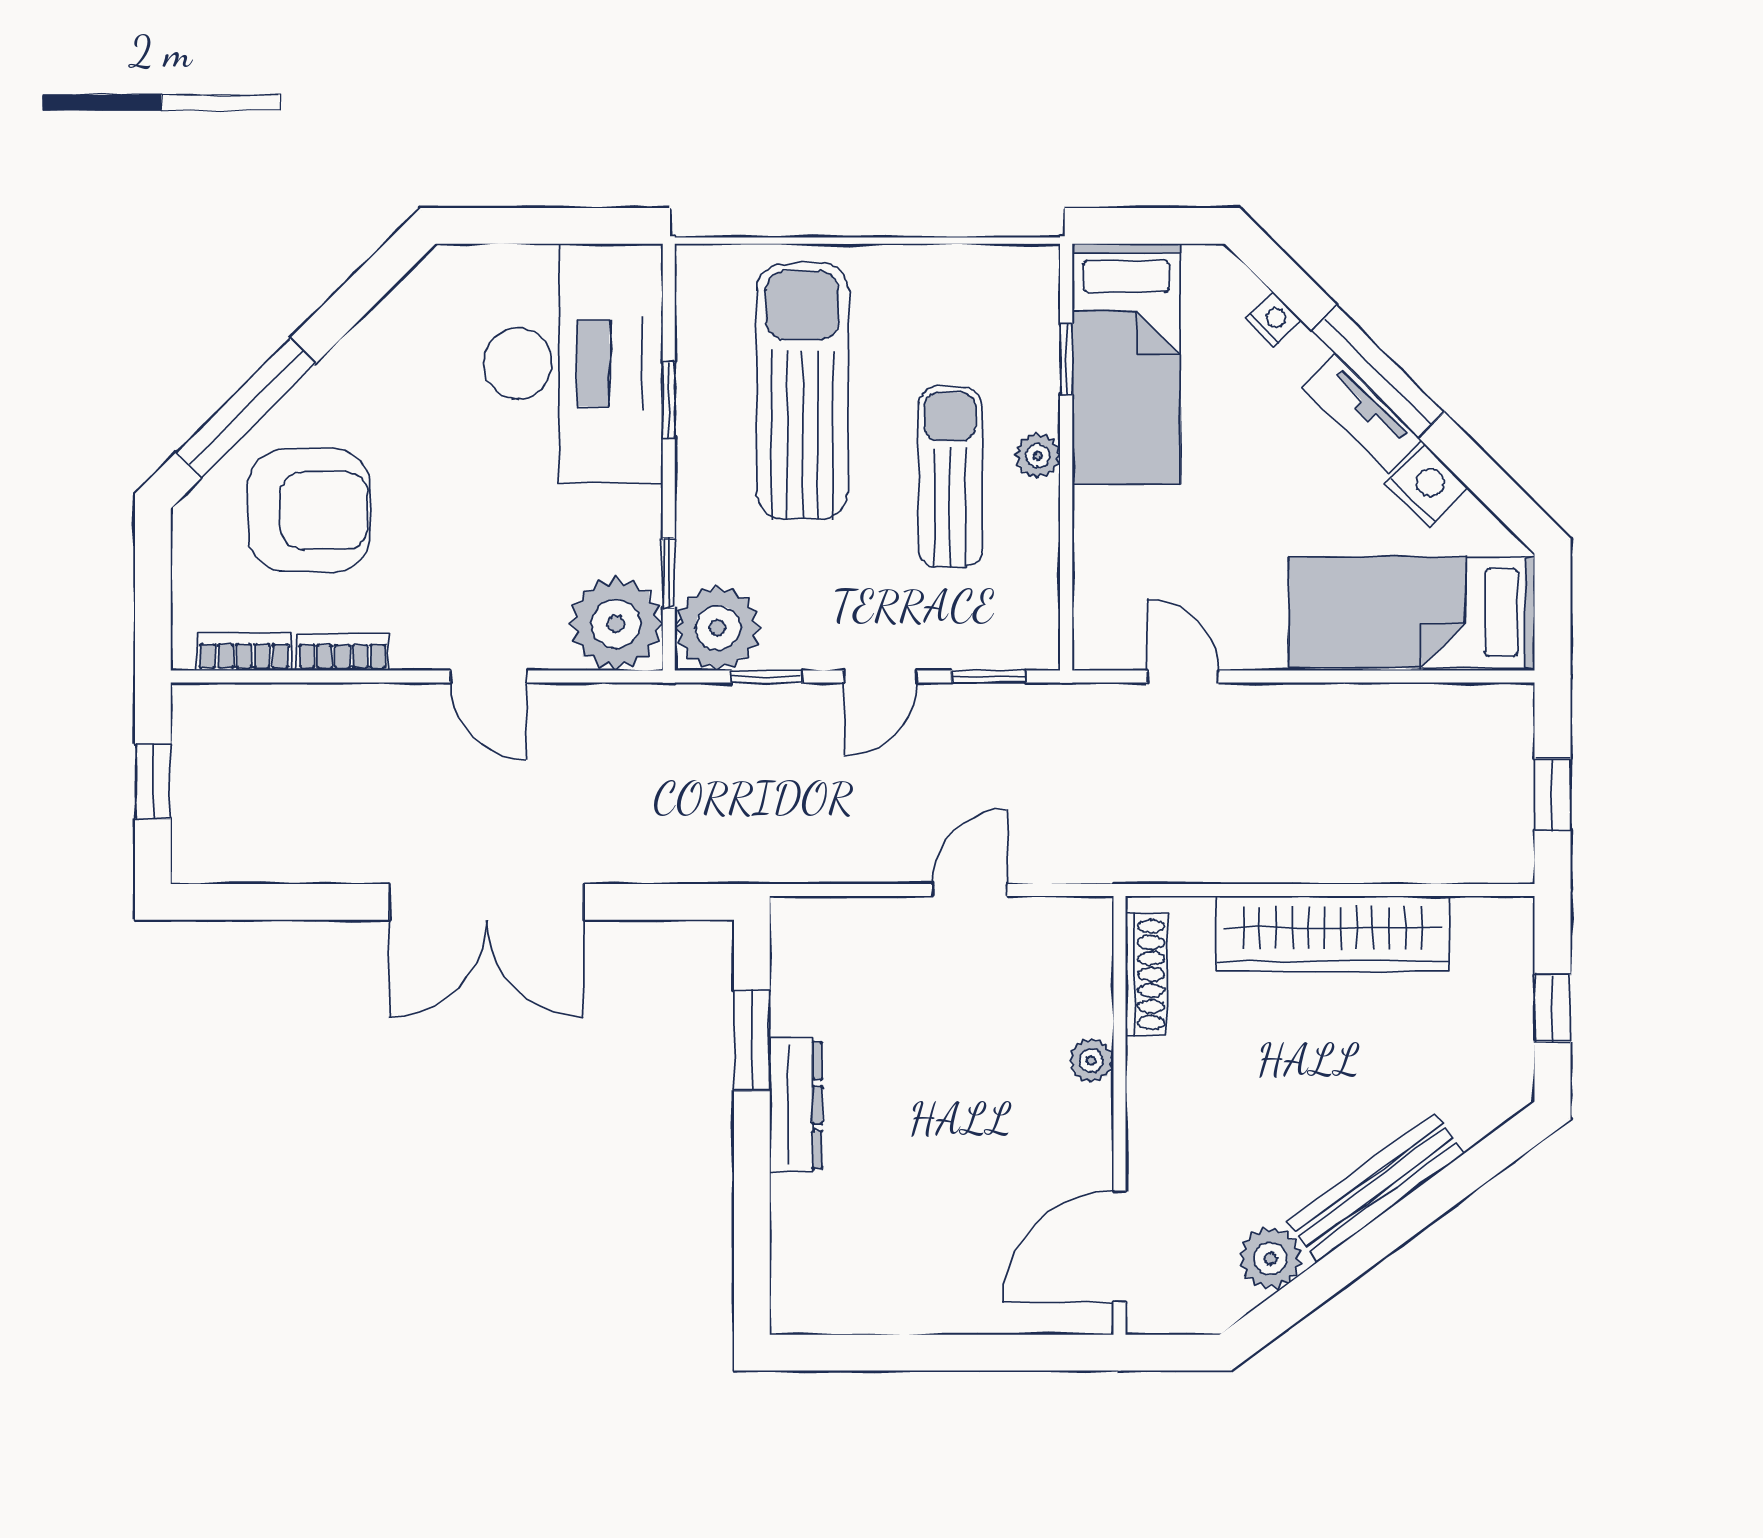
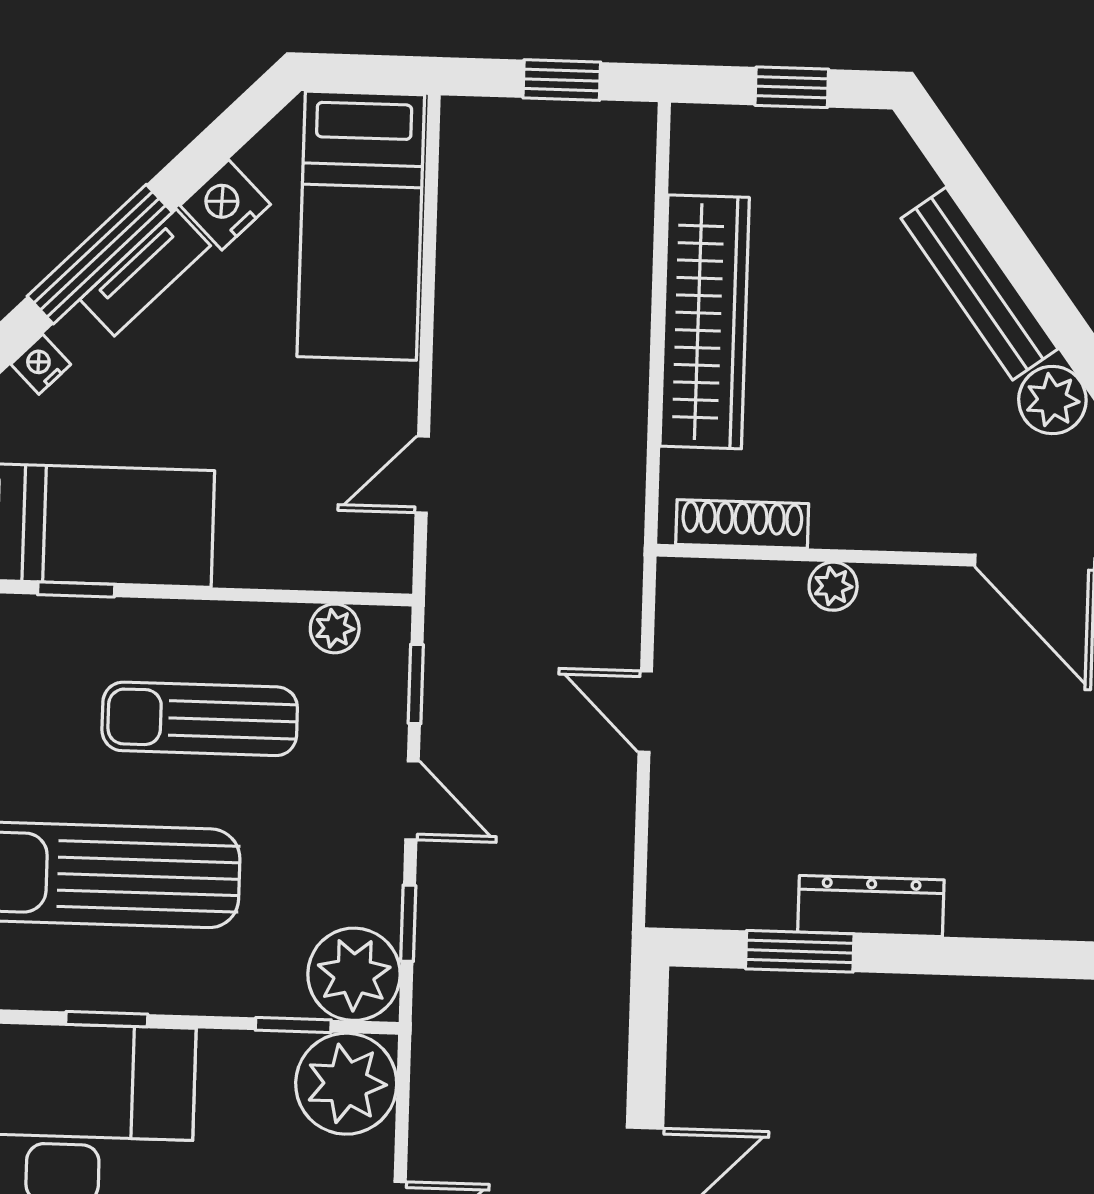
plant: (1038, 456) -> (335, 628), moved

